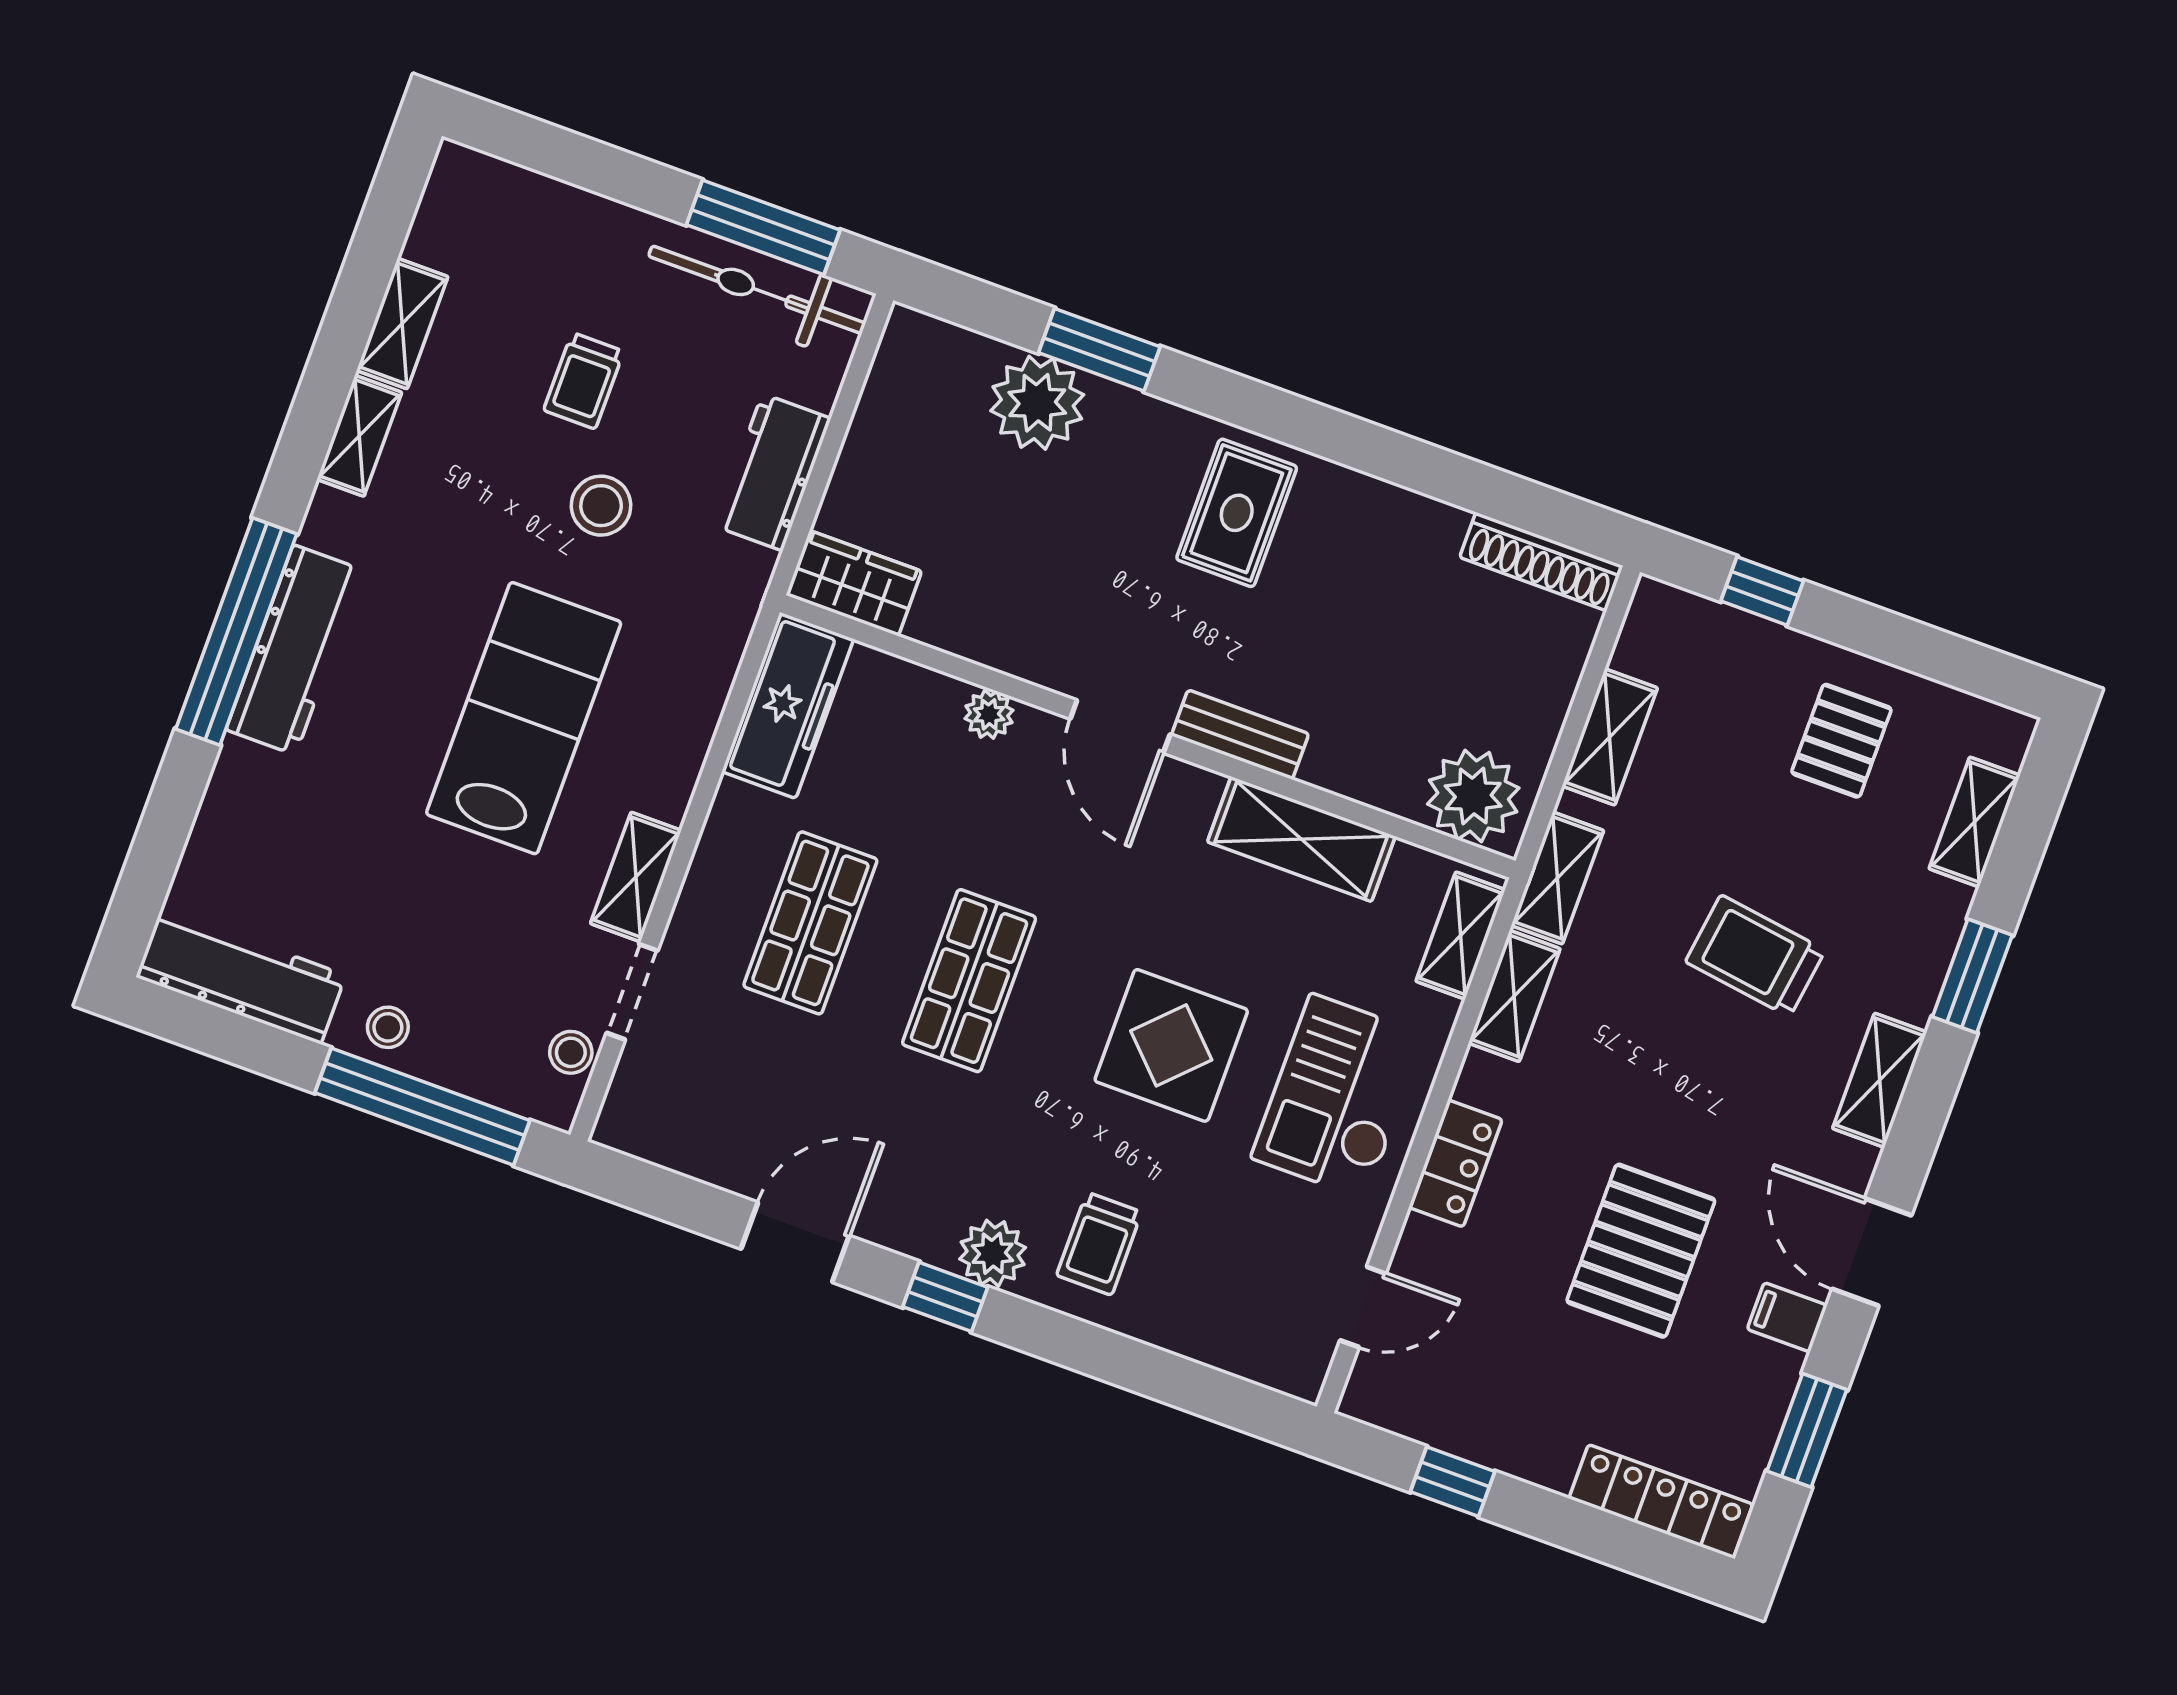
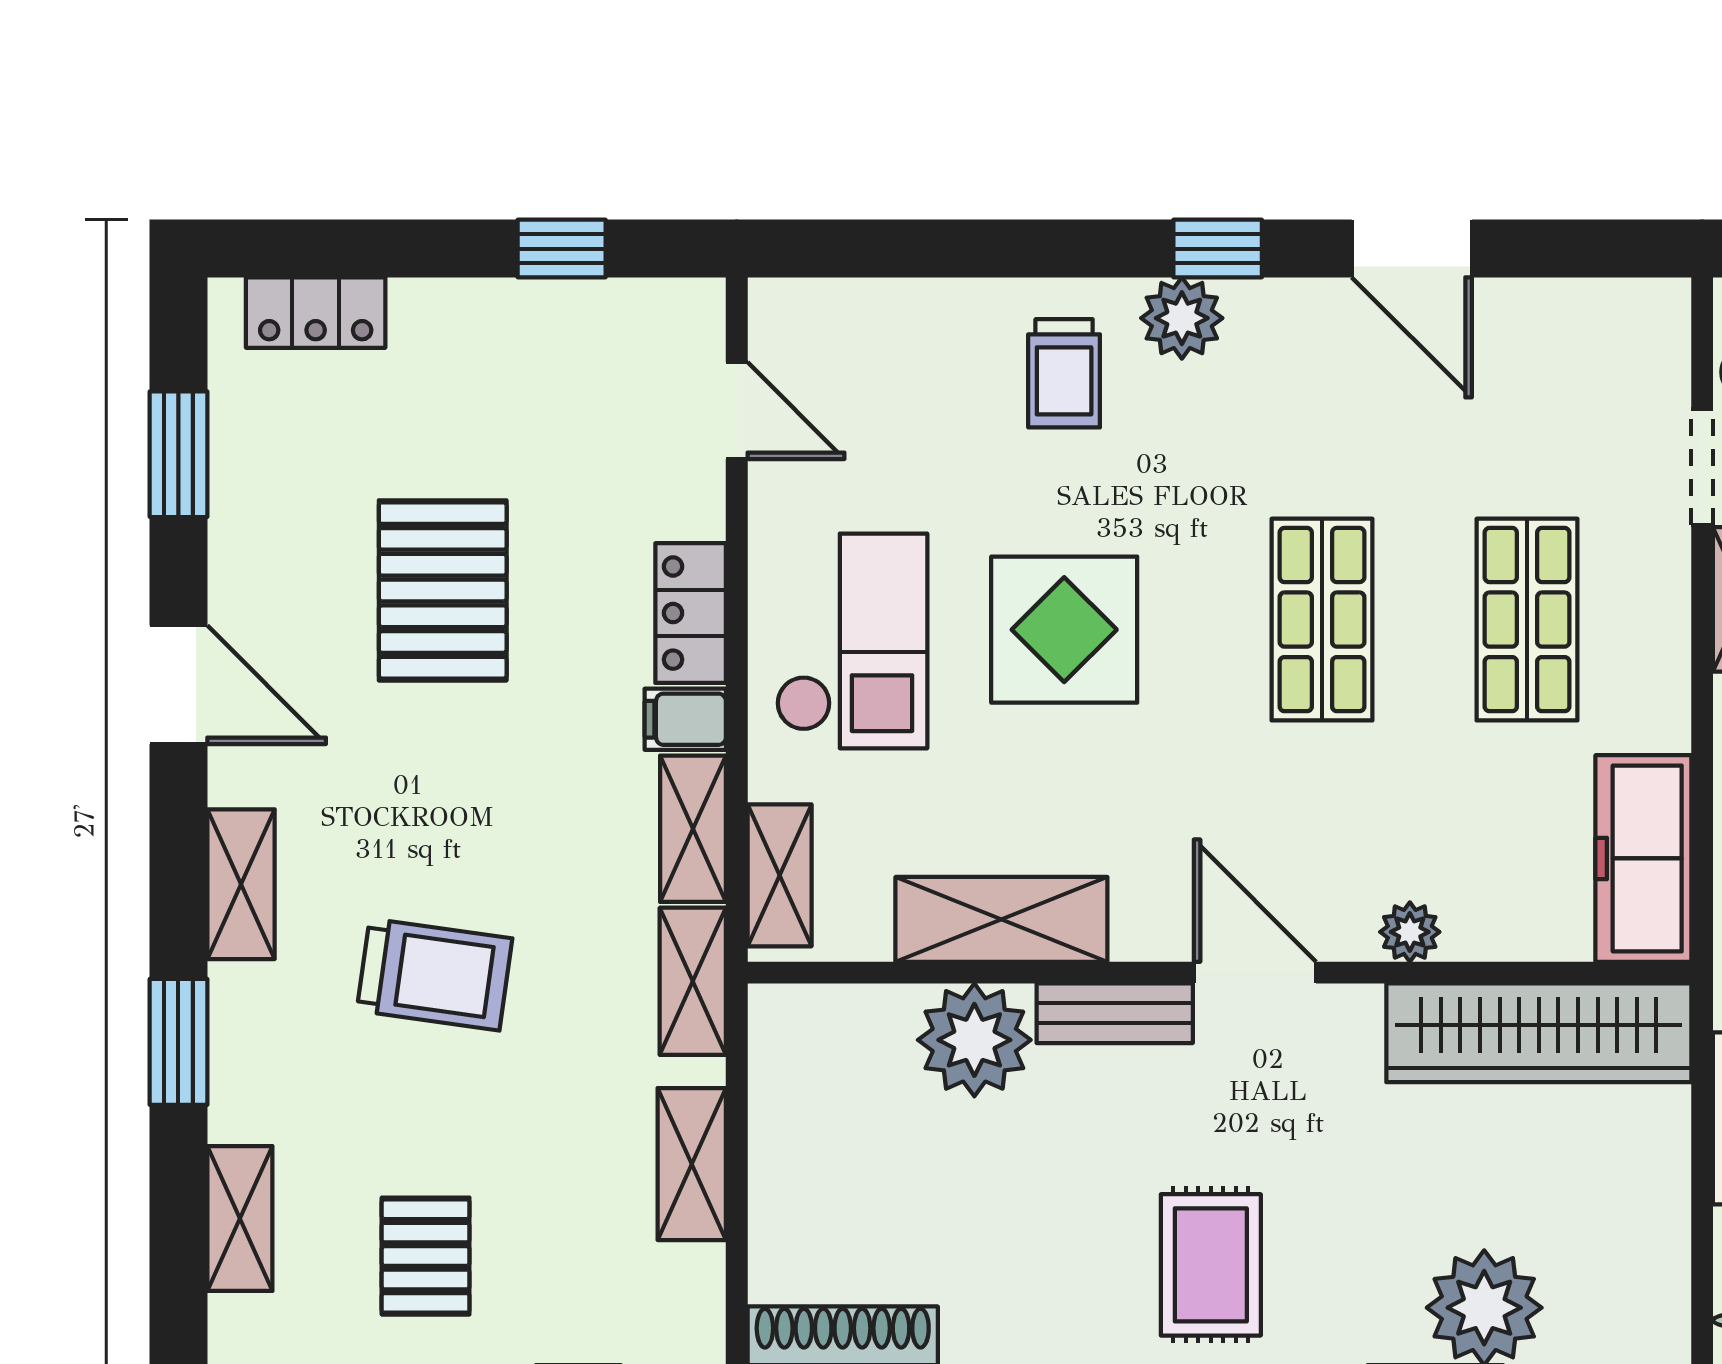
wardrobe: (854, 583) -> (1539, 1033), width x2.10, depth x1.17
plant: (1473, 796) -> (974, 1040), moved
door: (795, 1242) -> (1412, 249), hinge flipped
trolley: (1099, 1244) -> (1064, 373), turned 180
door: (1363, 1307) -> (737, 411), swing flipped
filing cabinet: (1787, 1317) -> (685, 719), moved, turned 180
locker: (1661, 1501) -> (316, 313), width x0.66

